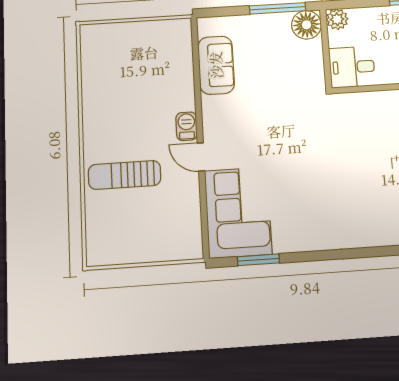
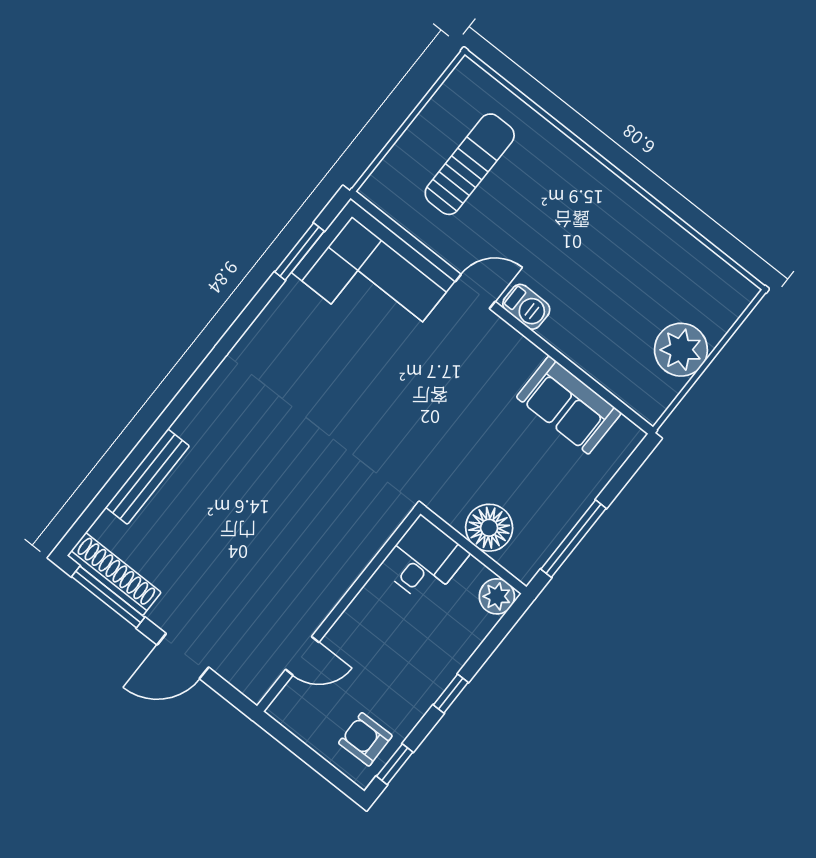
floor lamp: (306, 25) -> (489, 528), moved
plant: (142, 37) -> (681, 350), added
sun lounger: (125, 175) -> (470, 164), moved

